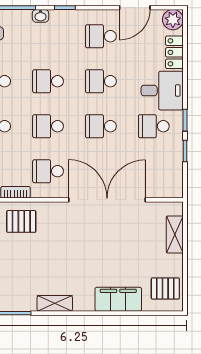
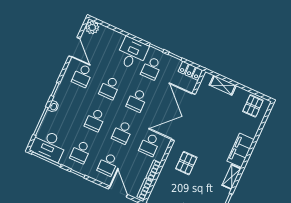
locker: (174, 52) -> (190, 71), moved
pallet: (21, 221) -> (186, 163), moved
filing cabinet: (118, 299) -> (241, 150), moved

